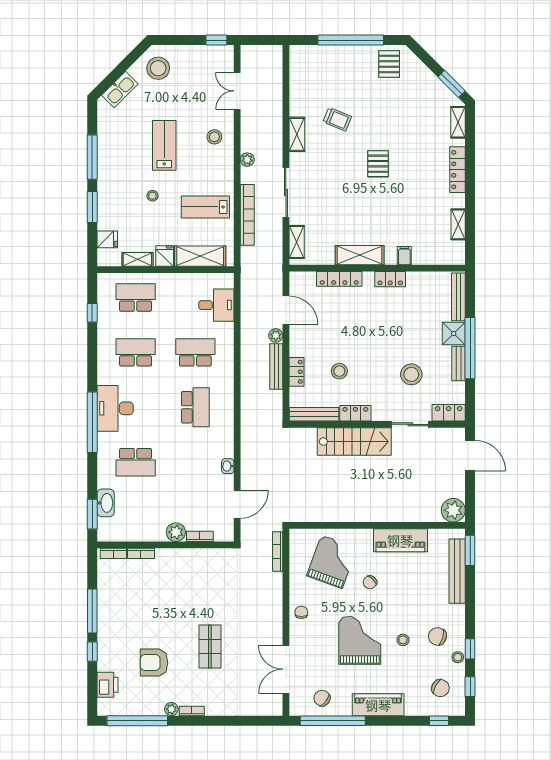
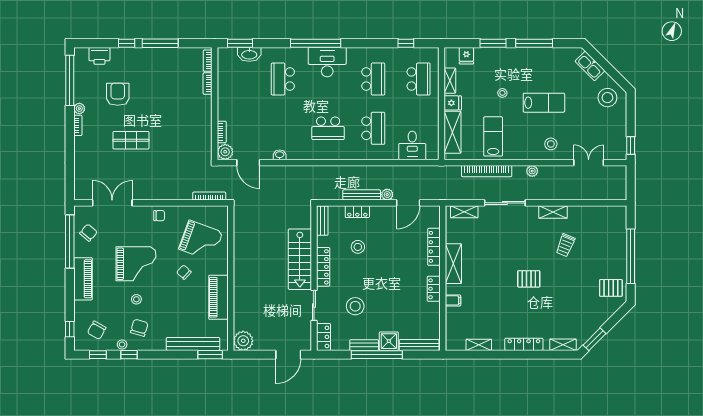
locker: (355, 413) -> (323, 267), width x1.53
bench: (314, 414) -> (322, 221), width x0.73
plant: (176, 532) -> (225, 152), moved

